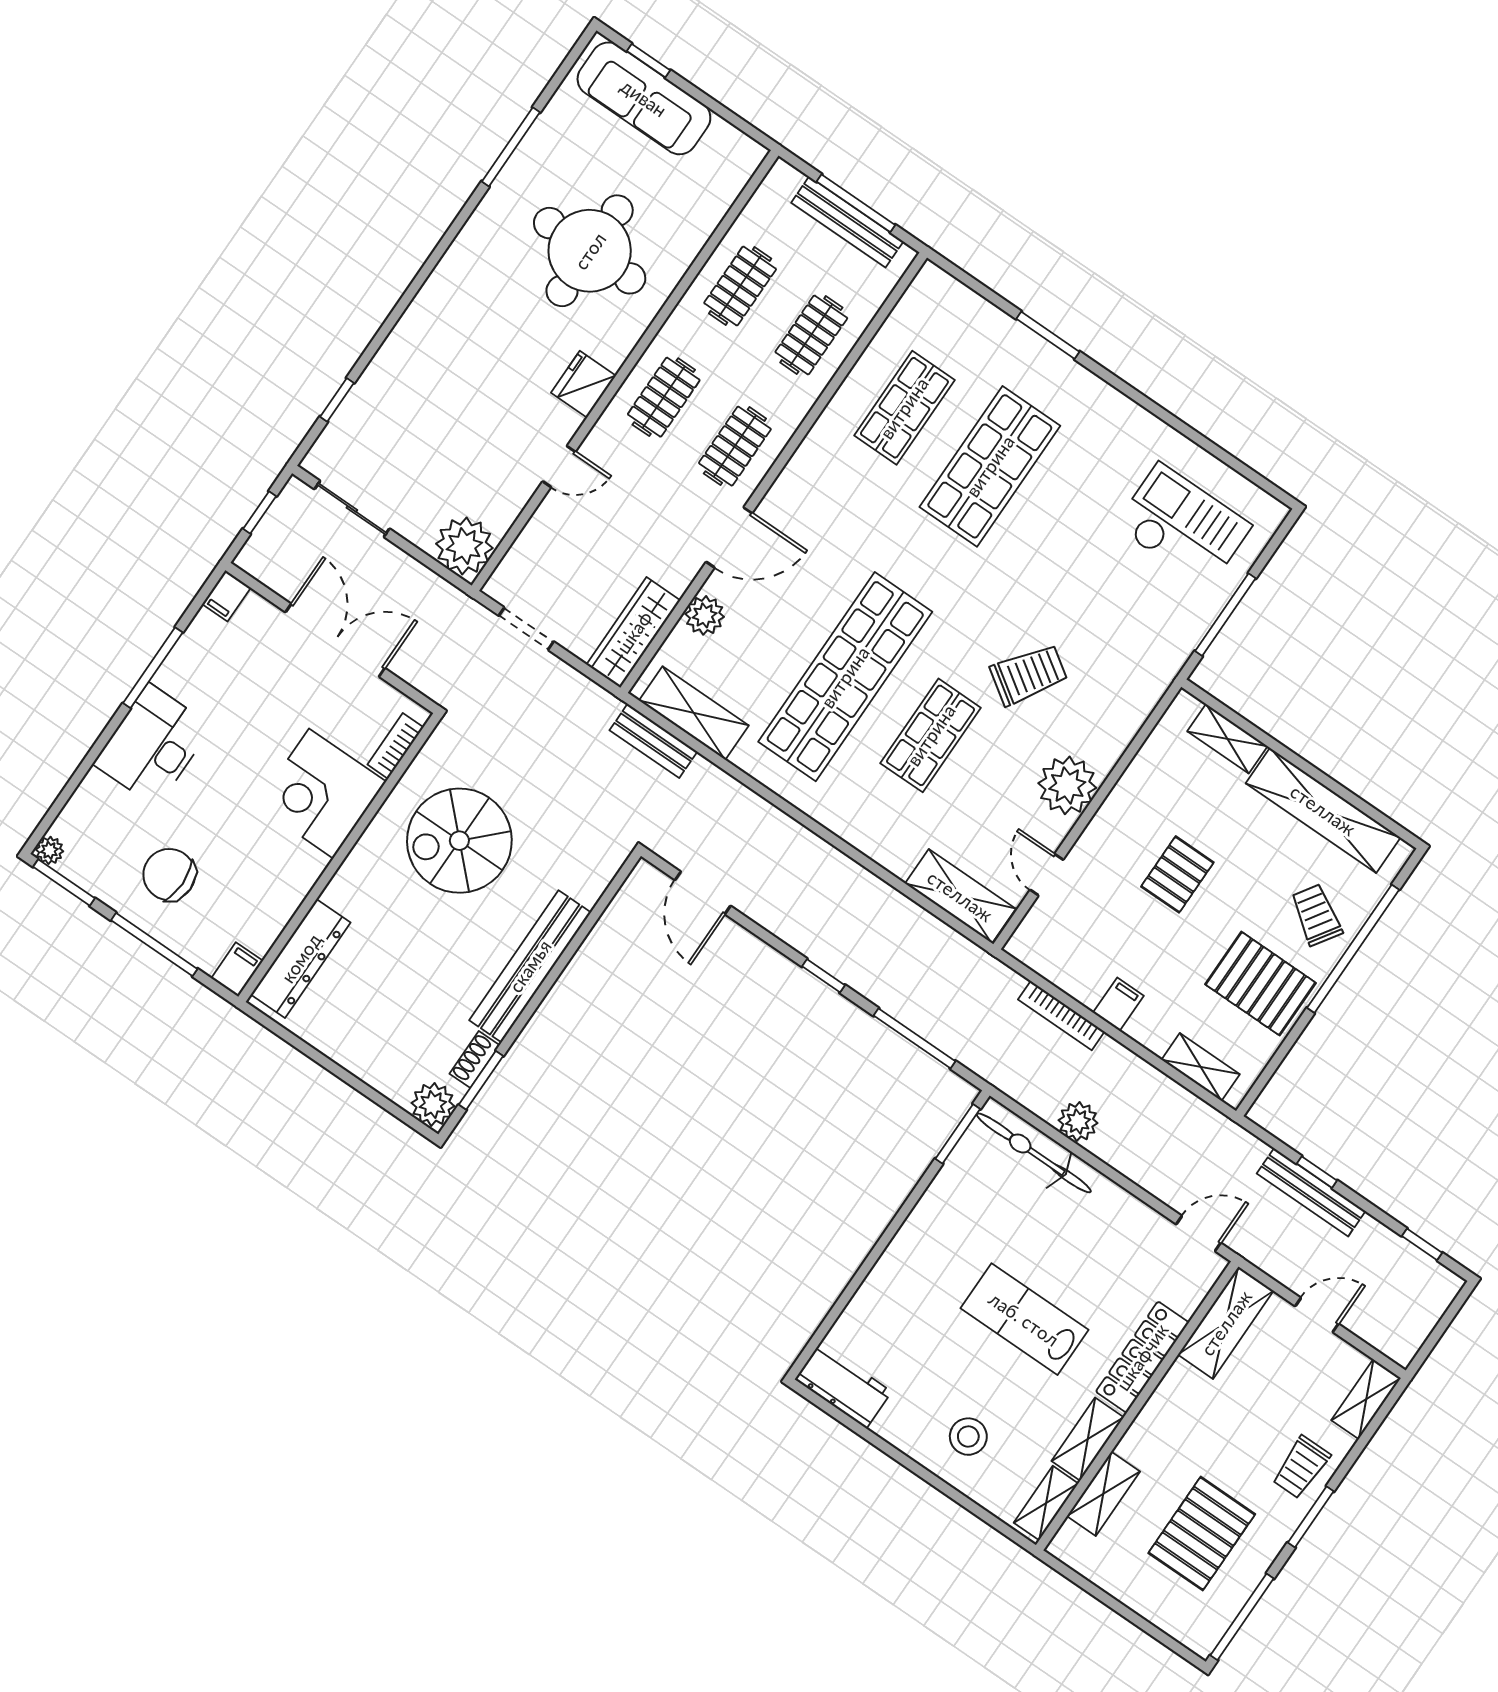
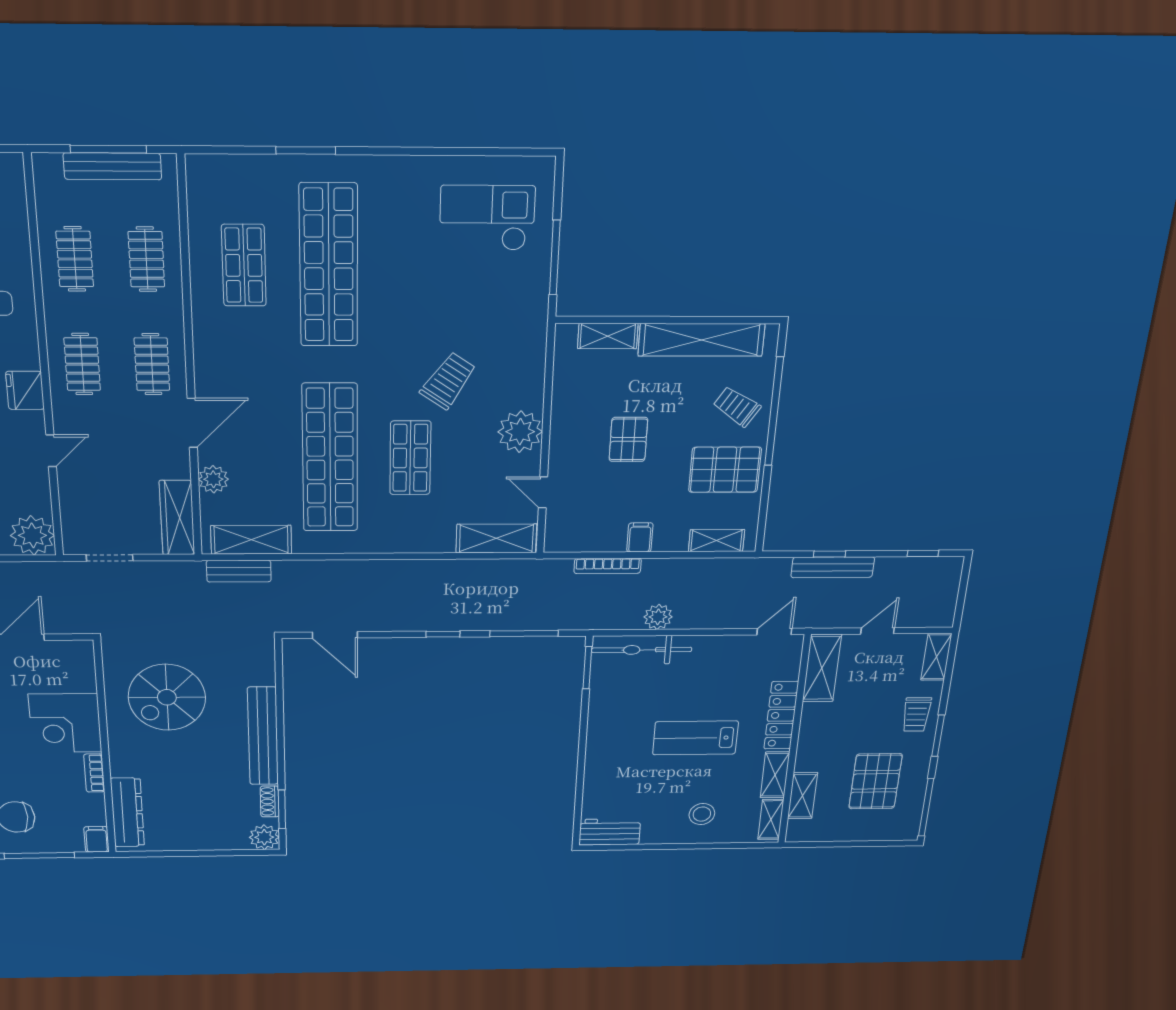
shop shelf: (990, 466) -> (329, 266), width x1.40
bookcase: (396, 746) -> (94, 773), moved

